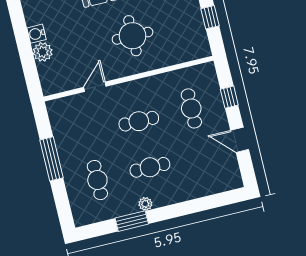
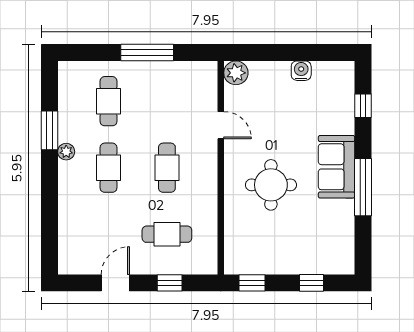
window: (210, 17) -> (252, 283), moved
plant: (43, 52) -> (236, 73), moved
cafe table: (97, 180) -> (108, 101), turned 90

